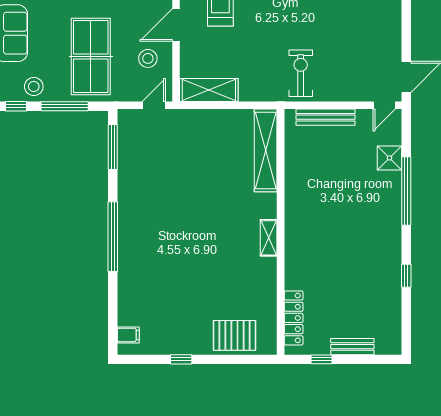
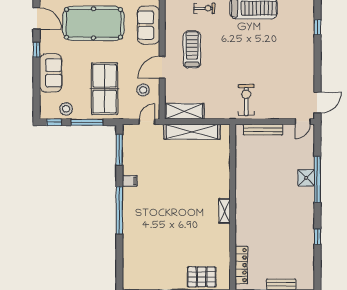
shelving: (266, 150) -> (192, 132), moved, turned 90
shower: (389, 158) -> (306, 178), moved
filing cabinet: (128, 335) -> (130, 181), moved

